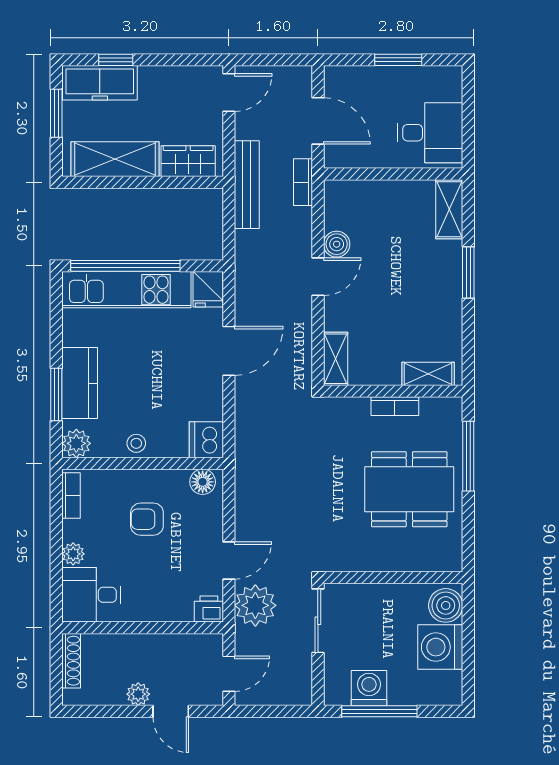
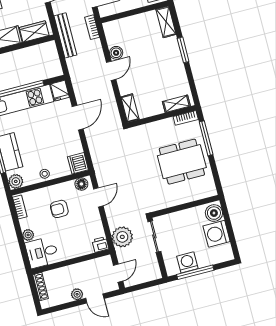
bookcase: (395, 406) -> (186, 118), moved
door: (229, 560) -> (98, 197), moved

